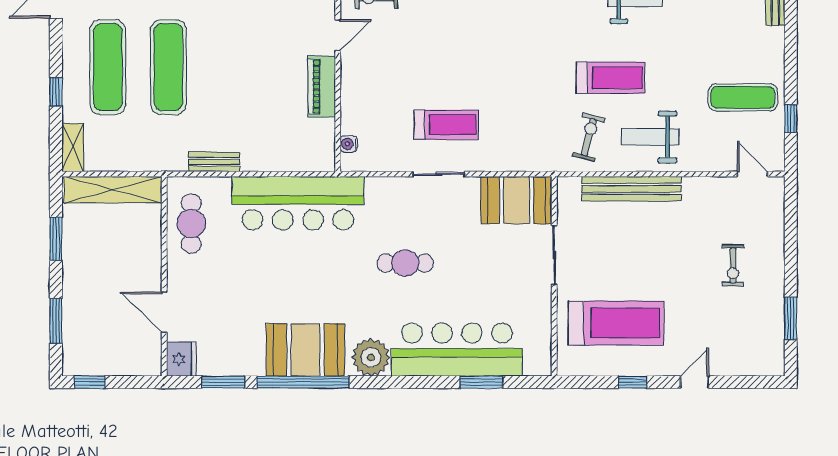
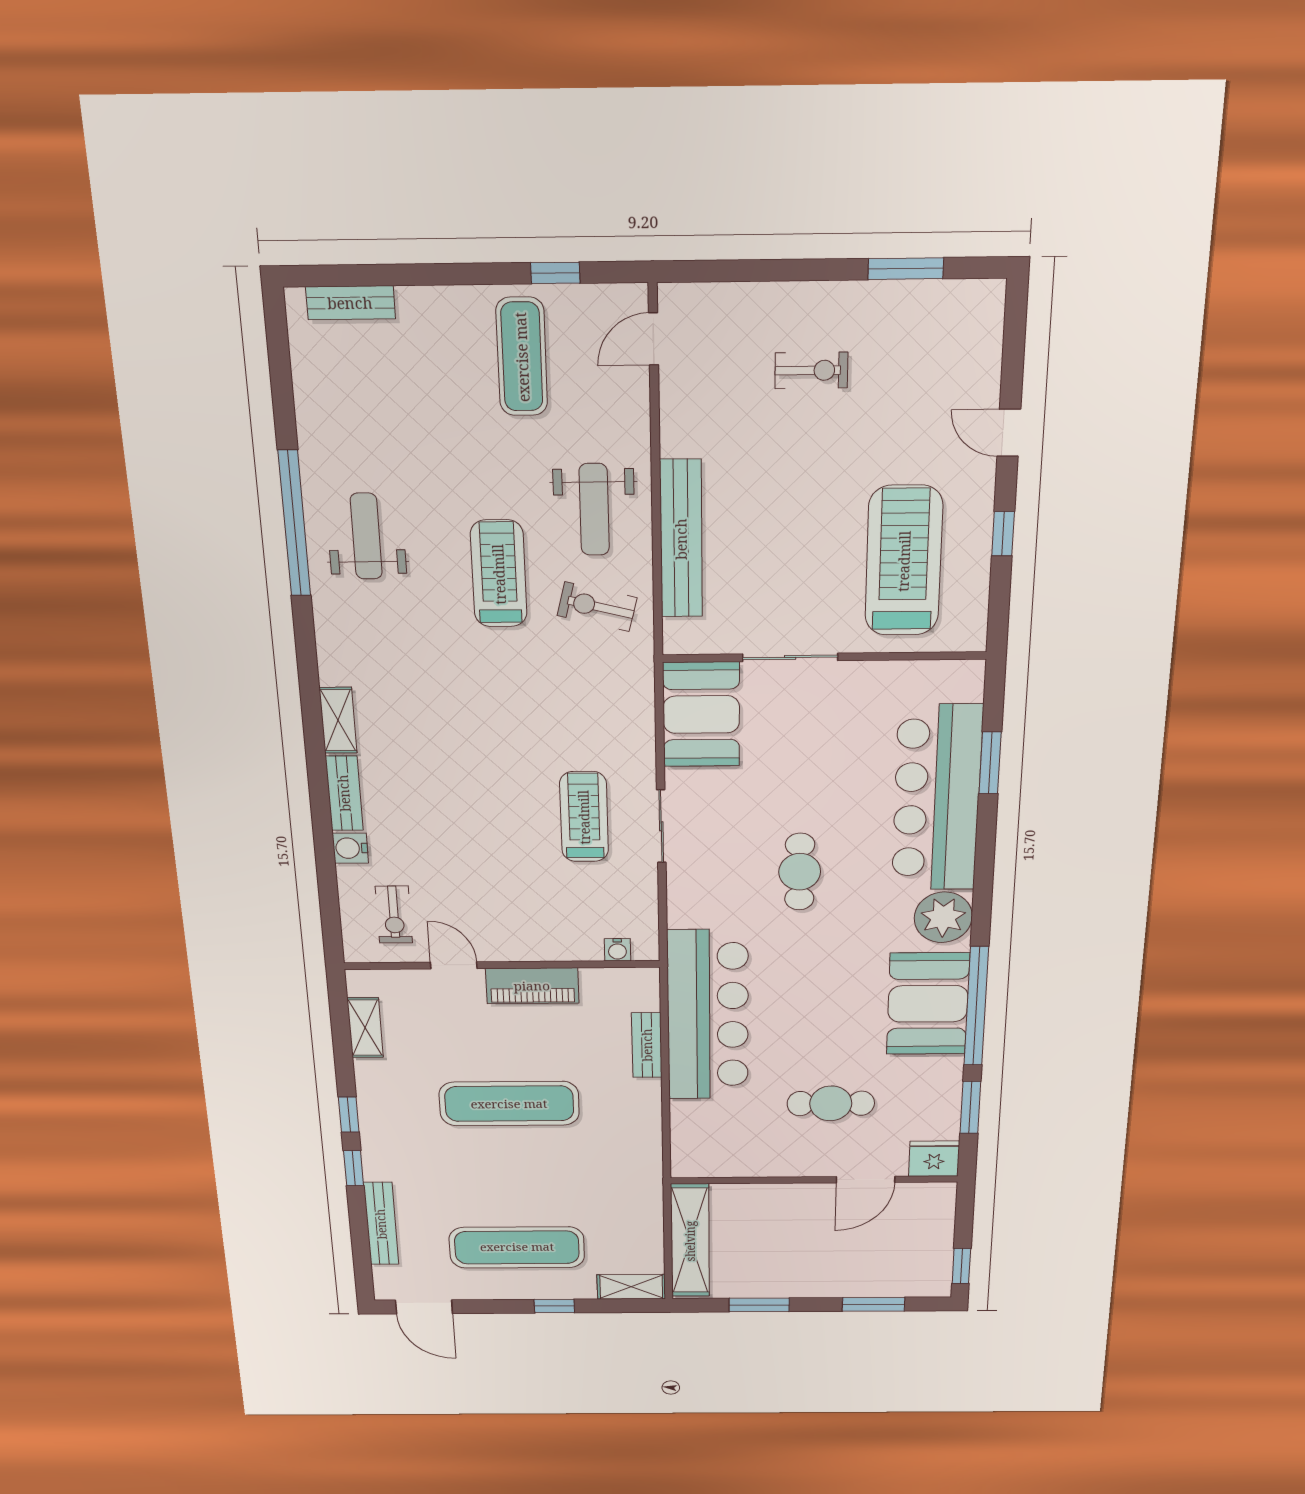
exercise mat: (168, 67) -> (509, 1104), moved
bench: (214, 162) -> (647, 1045), moved
cafe table: (191, 223) -> (831, 1103), moved

